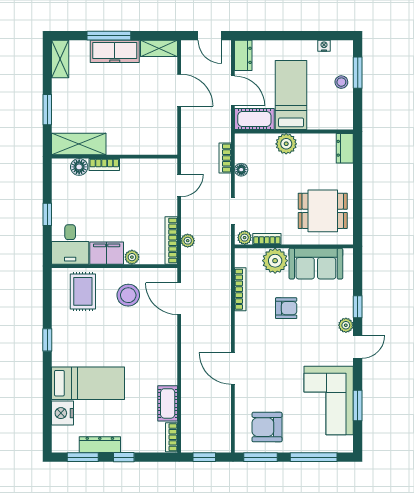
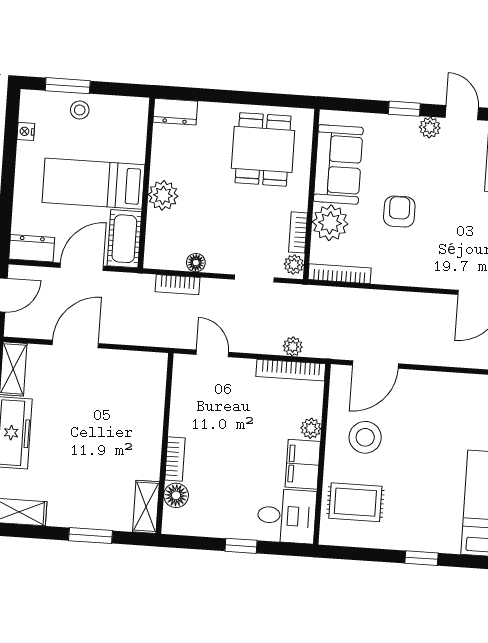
shelving: (79, 144) -> (146, 507), width x0.67, depth x0.75
bookcase: (240, 289) -> (340, 274), moved

